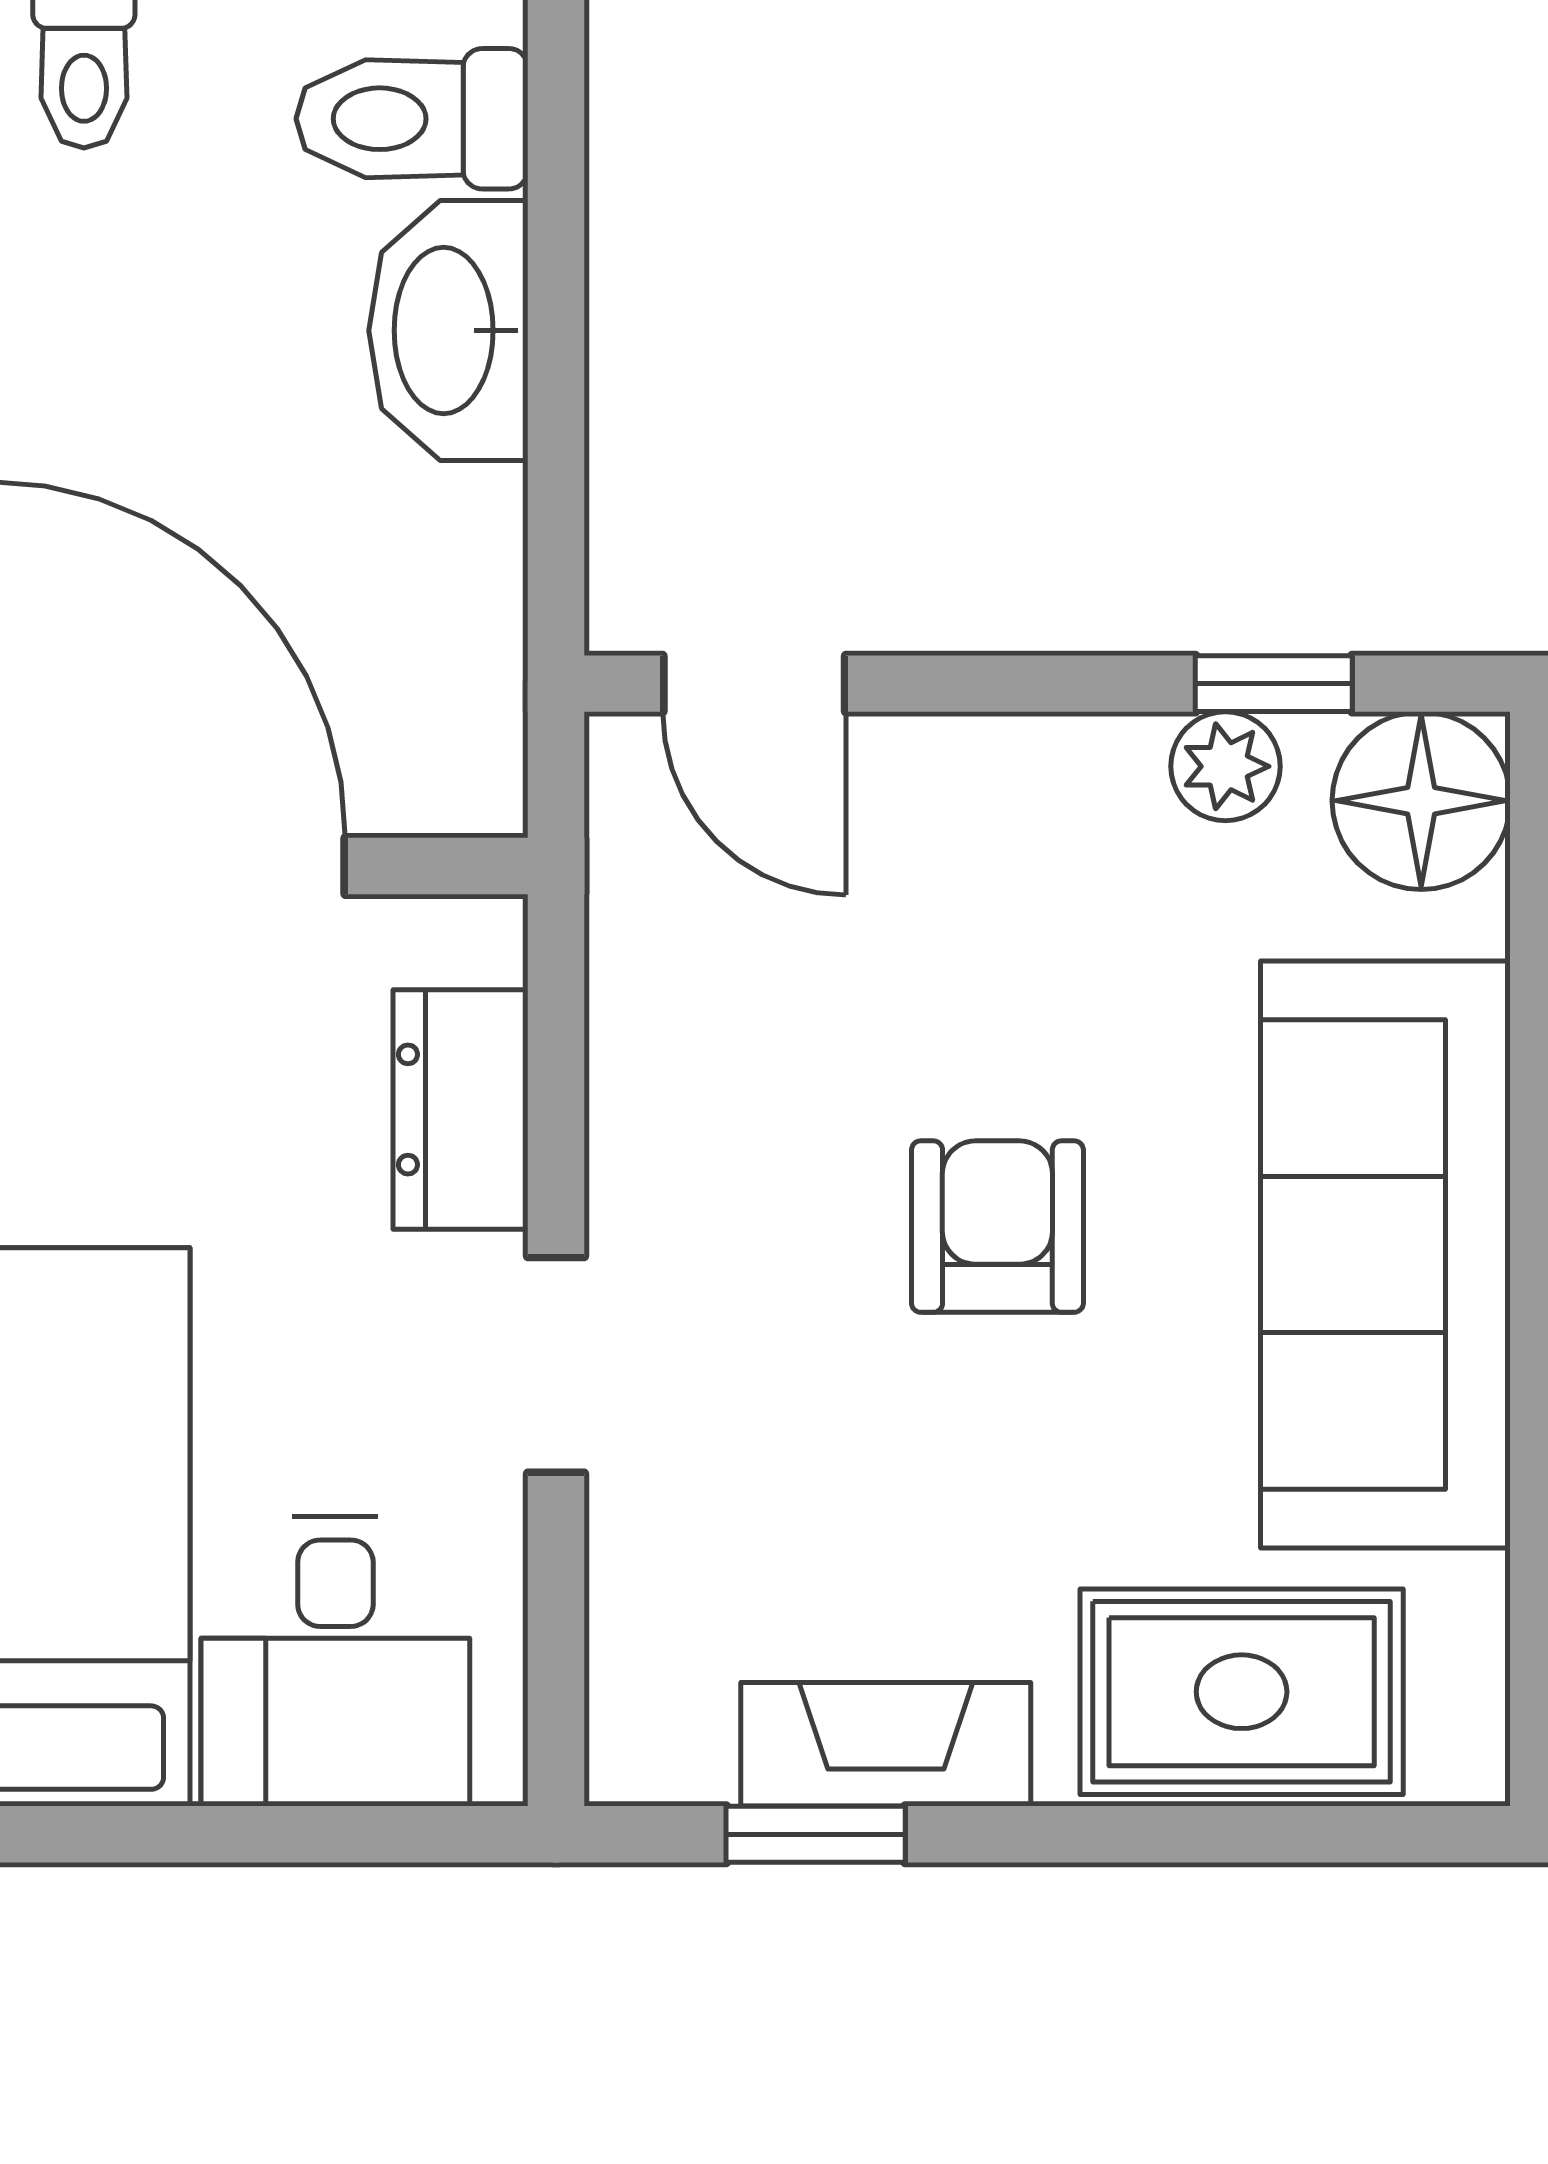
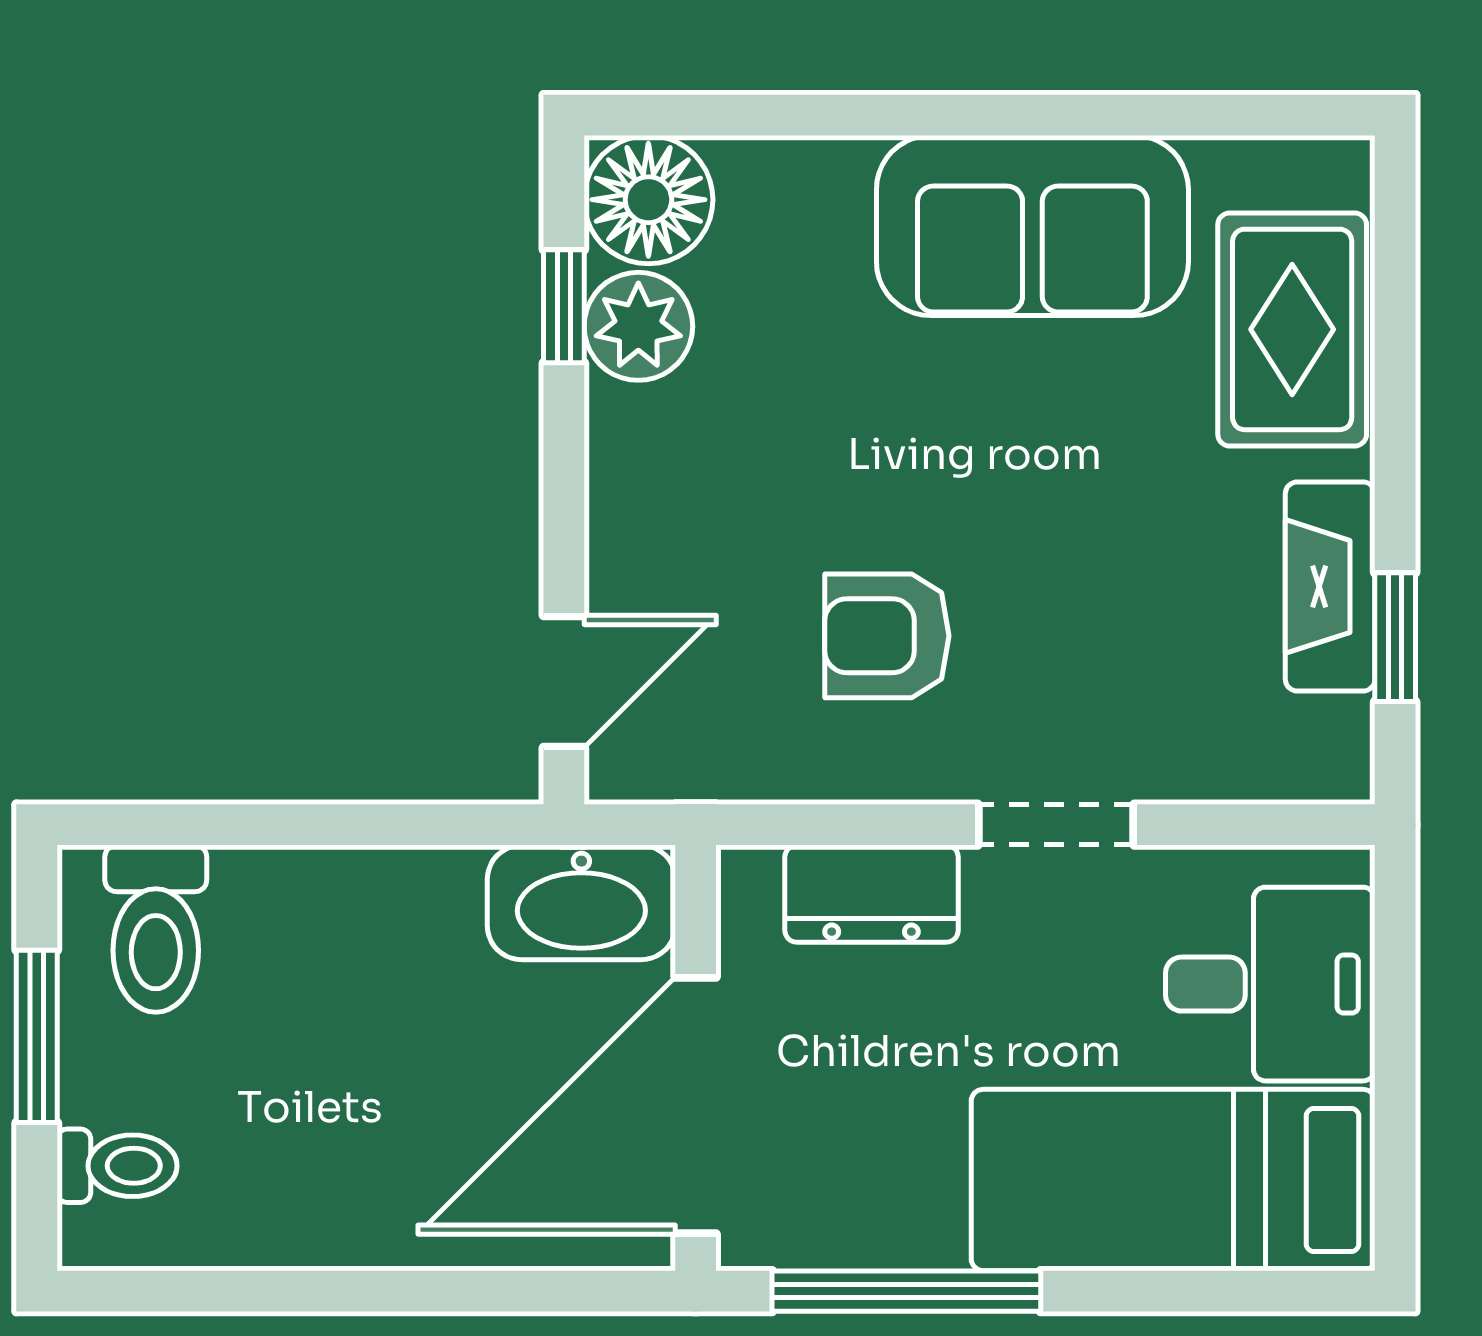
washbasin: (448, 331) -> (581, 902), moved
plant: (1225, 766) -> (638, 326), width x1.38, depth x1.38
armchair: (997, 1227) -> (887, 636), moved
sofa: (1385, 1254) -> (1032, 226), width x0.73

